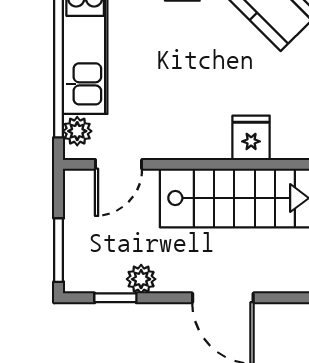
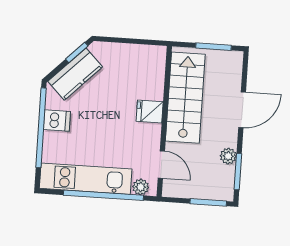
fridge: (251, 138) -> (150, 111), moved
window: (115, 298) -> (238, 172), width x1.50

